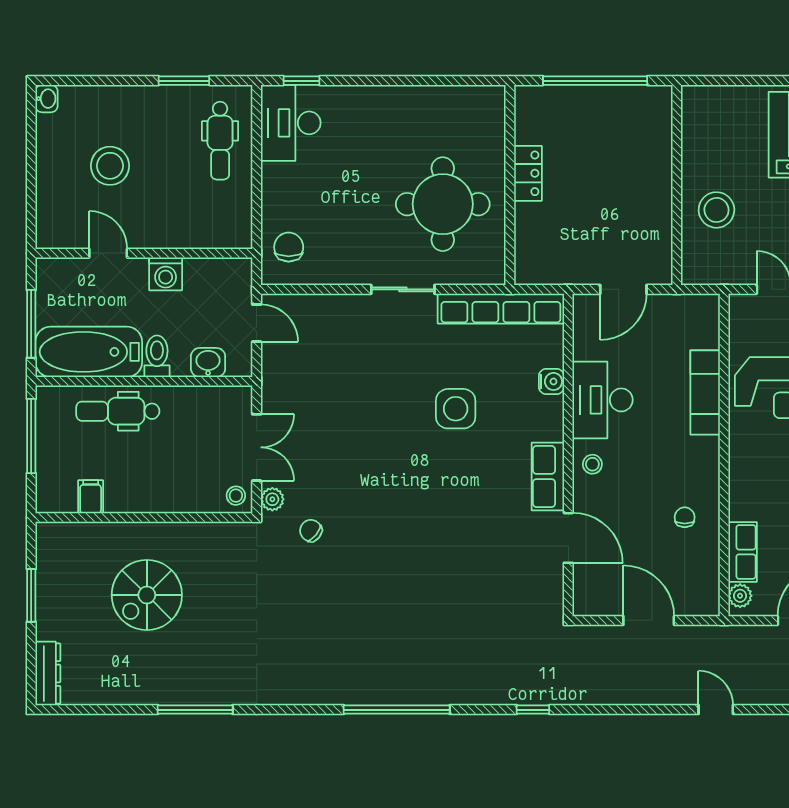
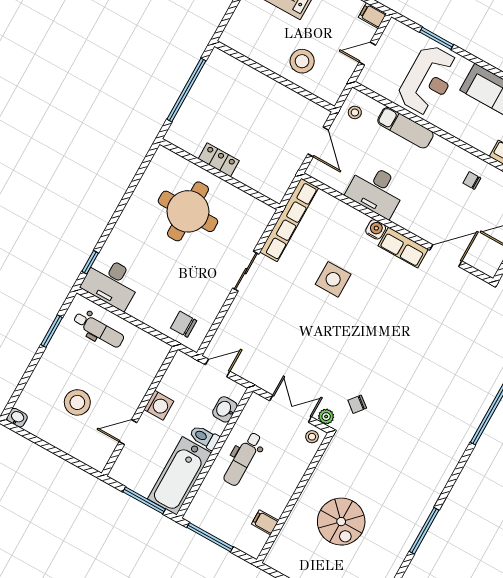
round table: (443, 204) -> (188, 211), moved
water cooler: (551, 381) -> (376, 229), moved
dental chair: (118, 411) -> (243, 459), moved
stool: (592, 464) -> (355, 112), moved

